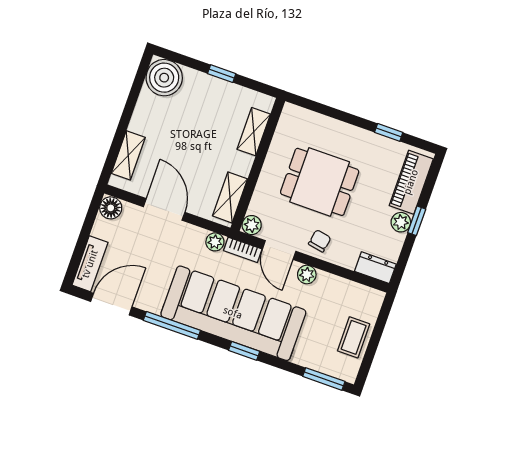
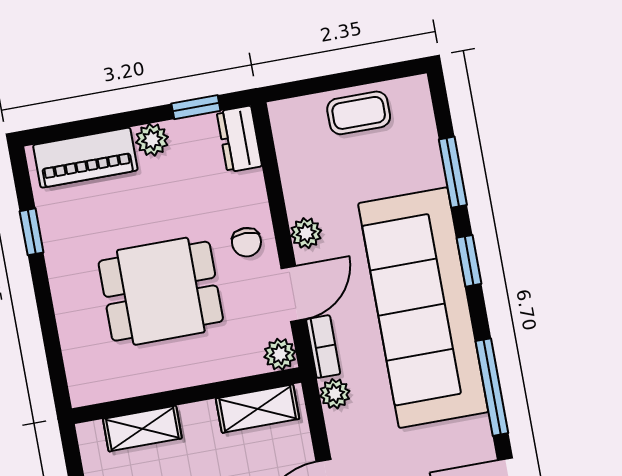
dining table: (320, 182) -> (161, 291), turned 90
window: (417, 221) -> (196, 107), moved
chair: (320, 241) -> (246, 242), turned -100
window: (324, 379) -> (453, 172), moved

